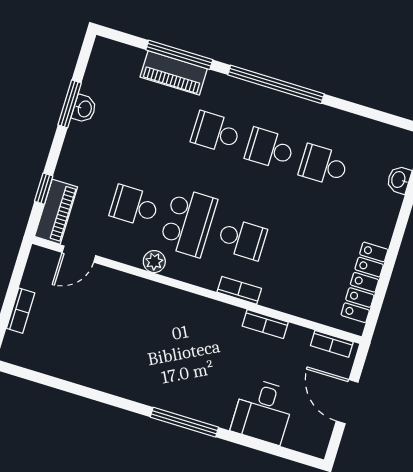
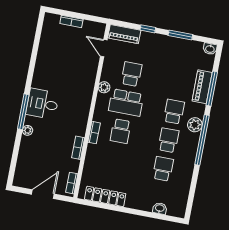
plant: (245, 95) -> (195, 125), added
washbasin: (84, 109) -> (210, 49), moved
window: (44, 189) -> (148, 29), moved
desk: (263, 411) -> (42, 104), moved
plant: (221, 418) -> (28, 130), added

